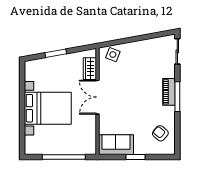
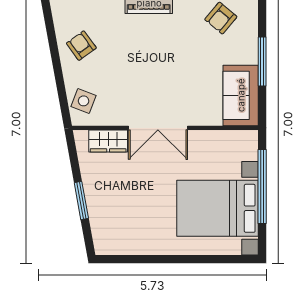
armchair: (145, 53) -> (81, 46), added
bed with nightstands: (48, 108) -> (218, 208), moved, turned -90
window: (135, 157) -> (262, 61), width x1.44

